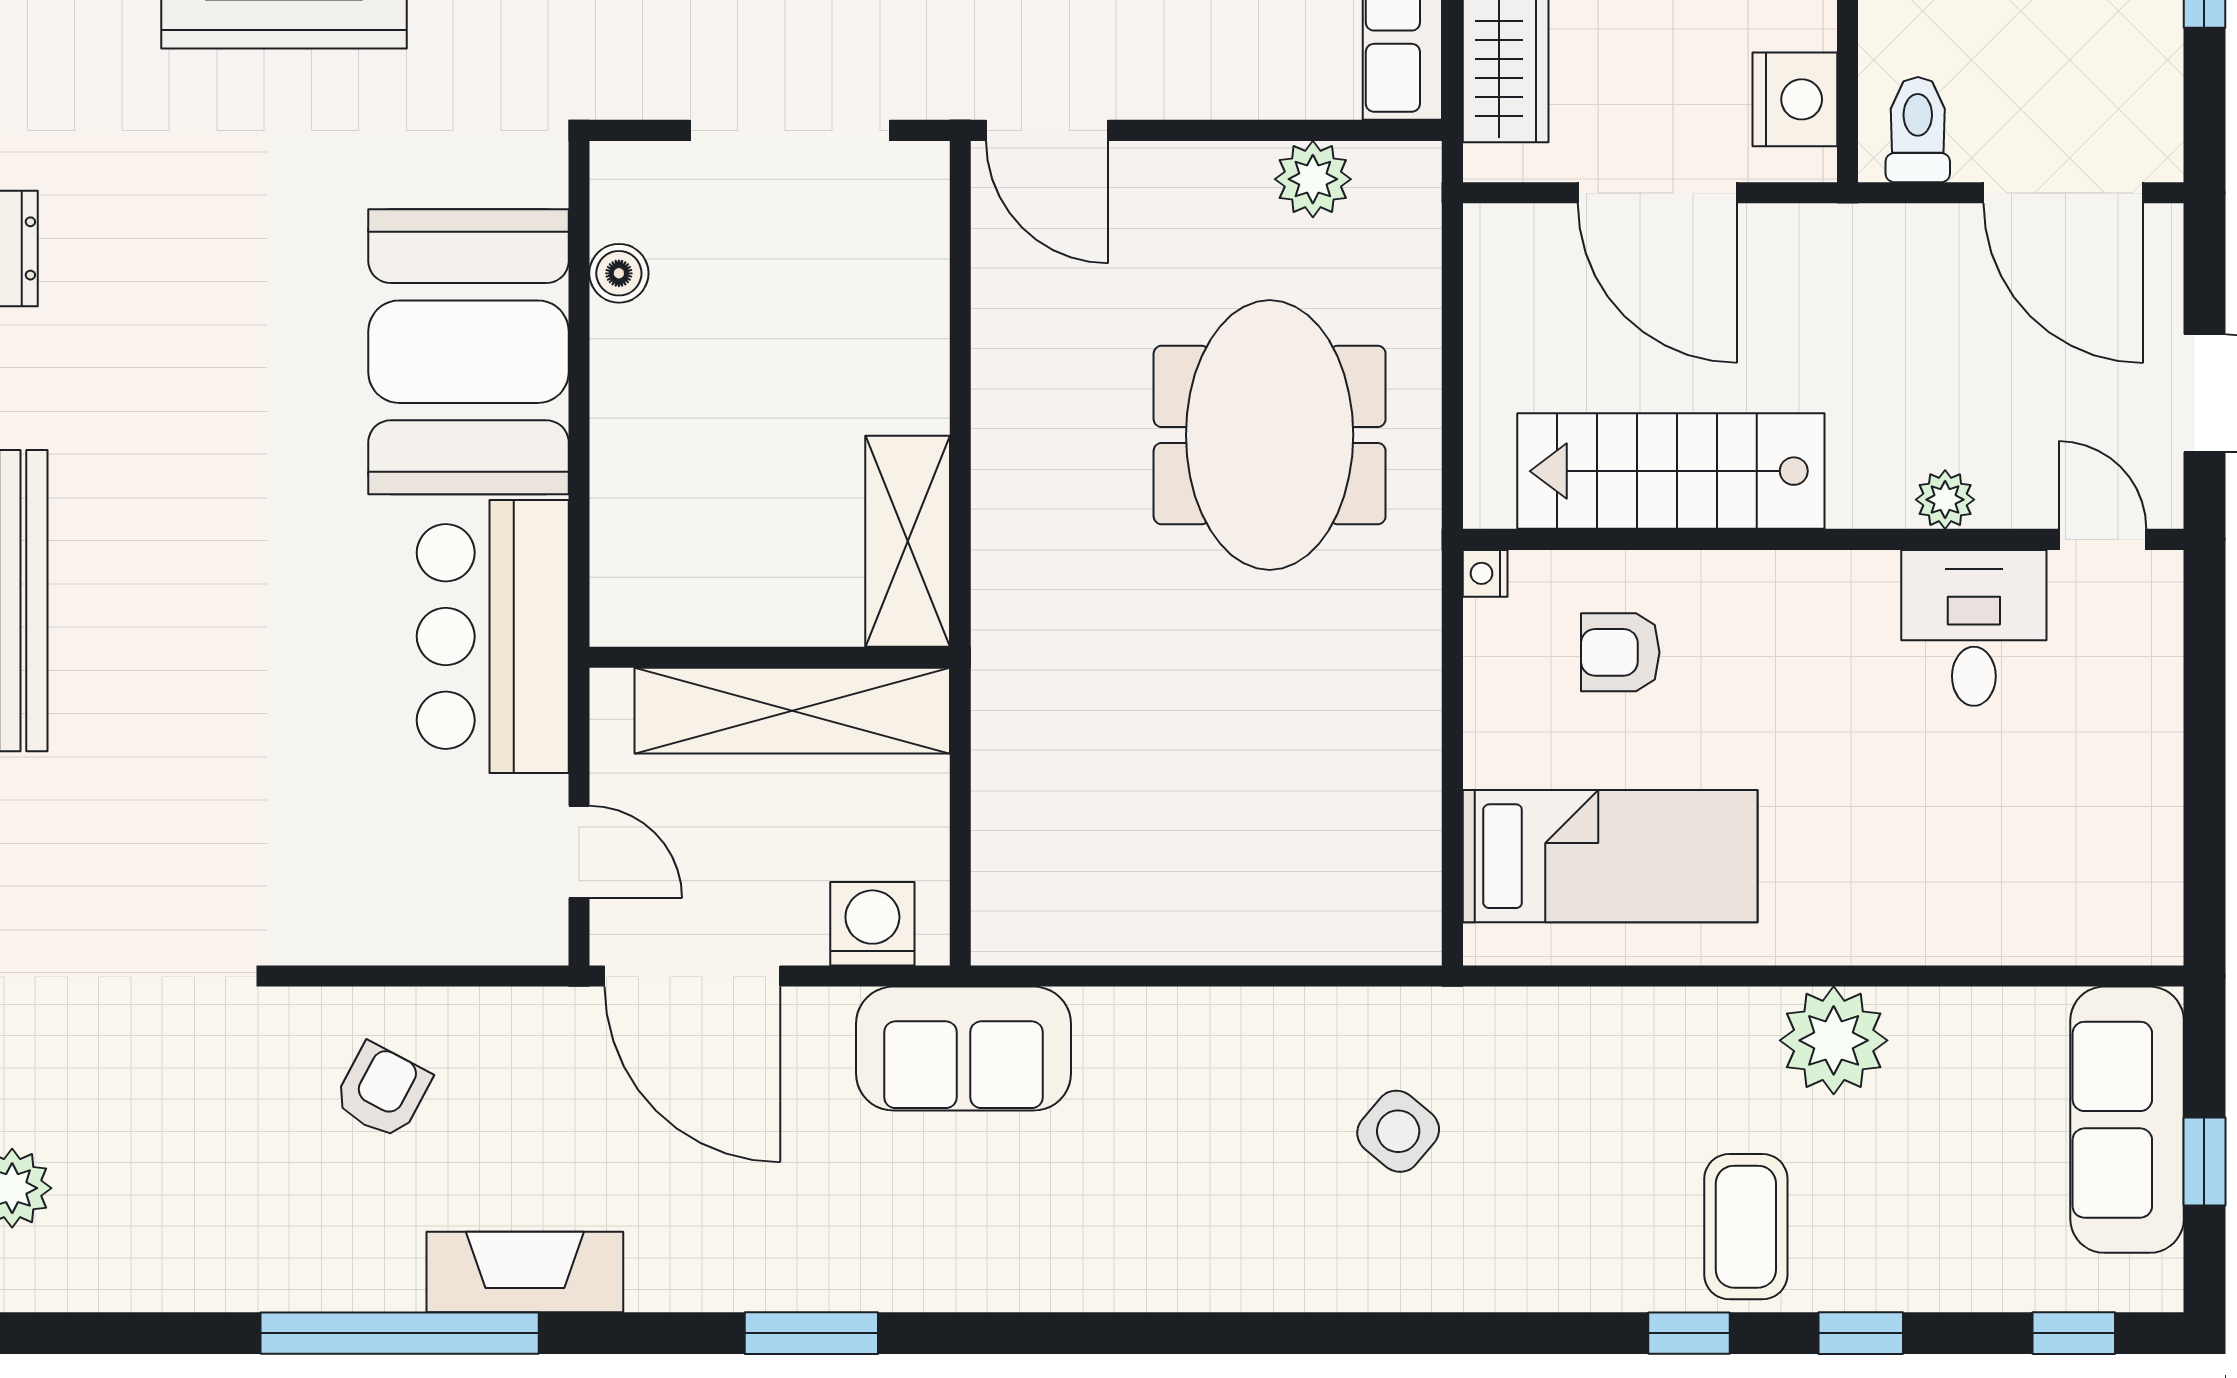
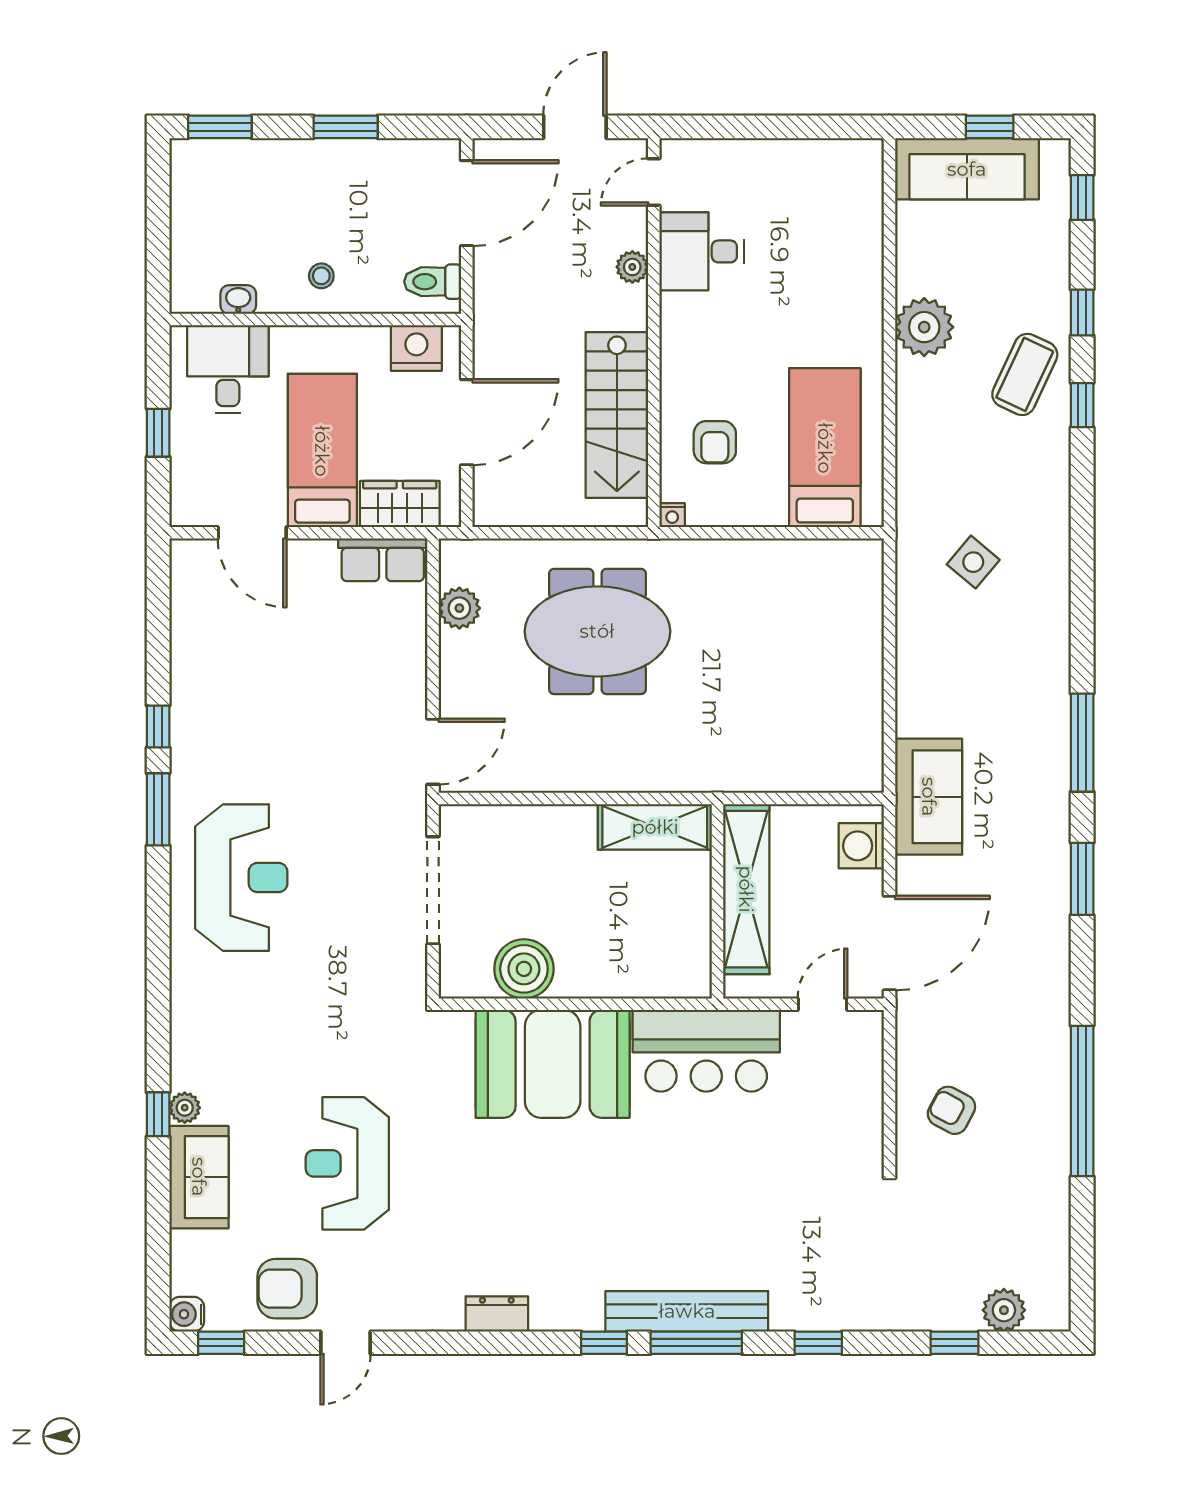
boiler: (619, 273) -> (524, 969), width x1.86, depth x1.86
coffee table: (1746, 1227) -> (1025, 374), turned -65
fireplace: (525, 1272) -> (1049, 1033), removed
window: (1064, 1333) -> (1082, 743), added

